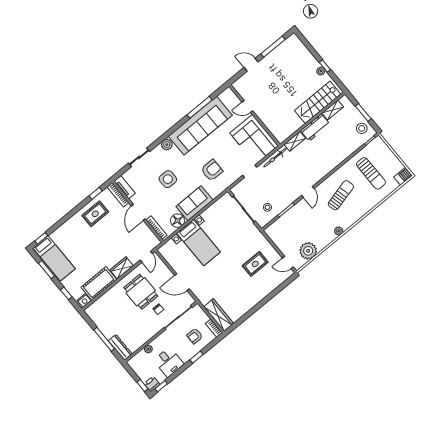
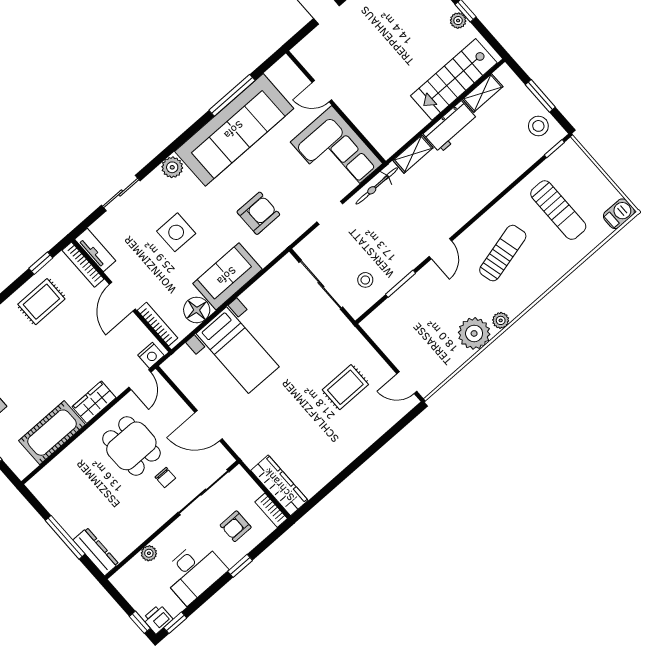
plant: (308, 251) -> (474, 333), moved
nightstand: (84, 301) -> (151, 355), moved
desk: (169, 362) -> (194, 572), width x1.37

